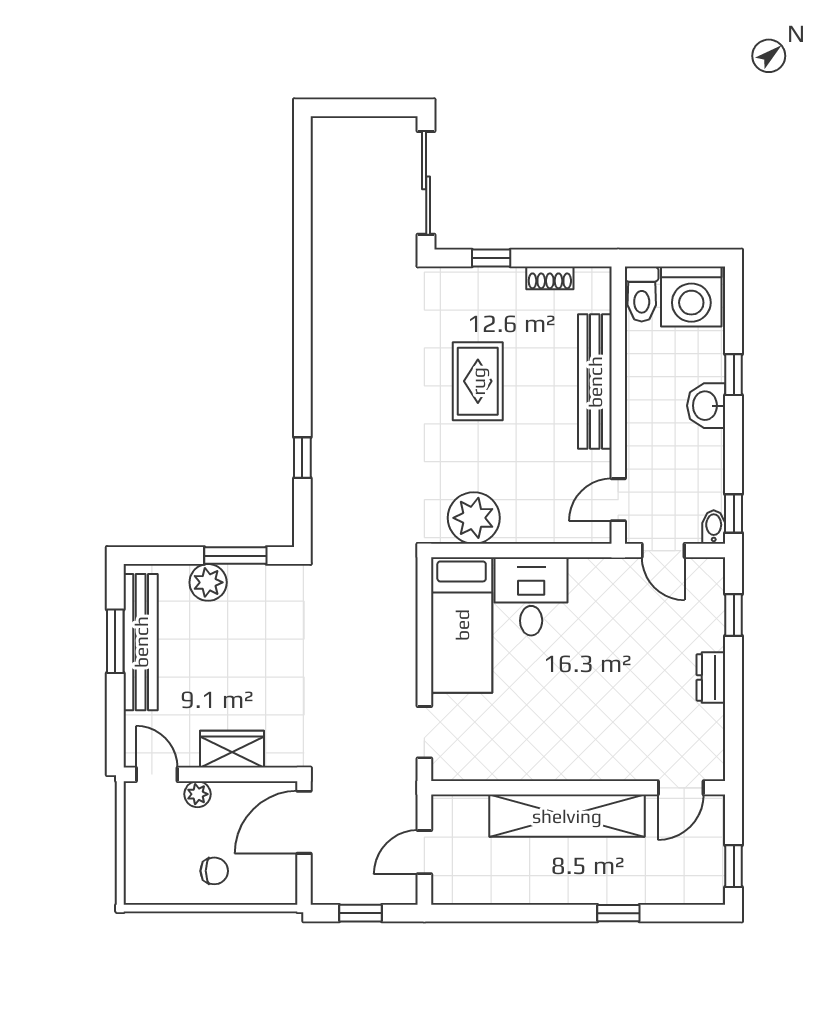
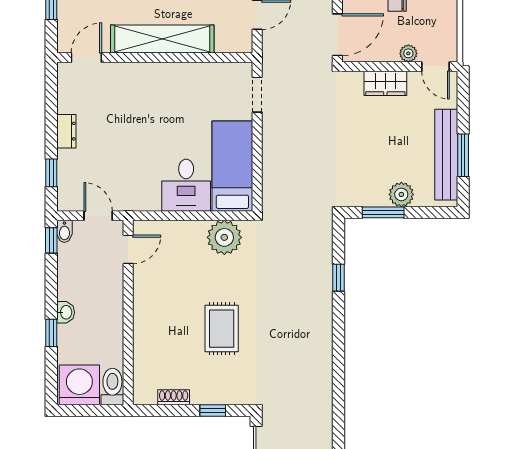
bench: (595, 382) -> (144, 328), removed
washbasin: (706, 406) -> (66, 312), width x0.72, depth x0.69

